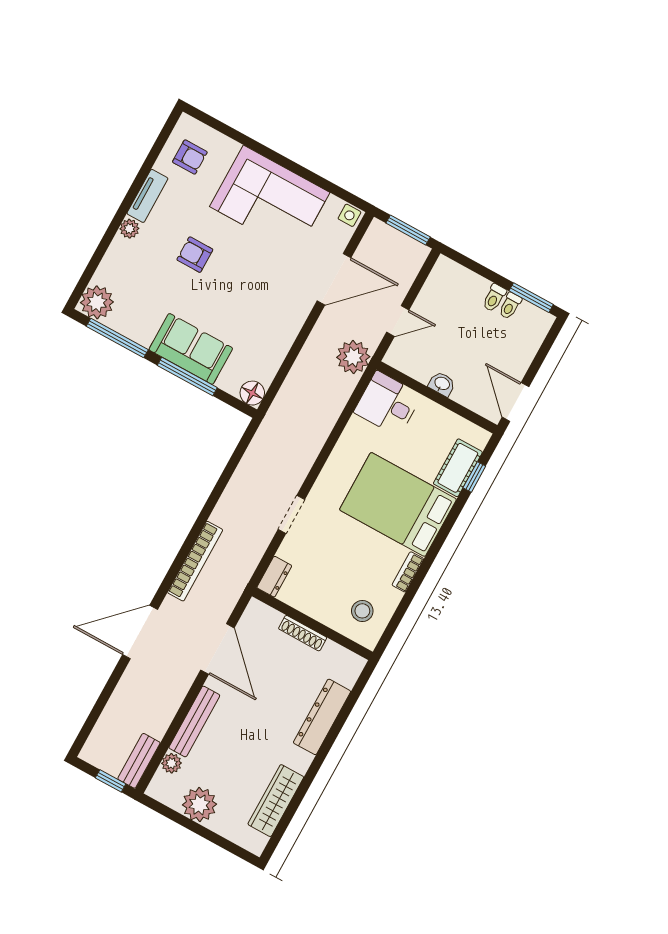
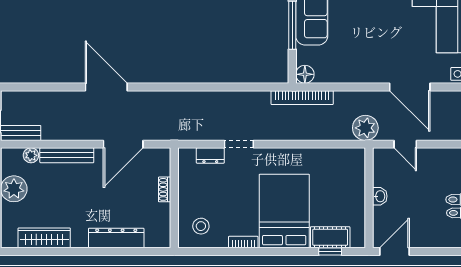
desk: (388, 404) -> (347, 168), removed
bookcase: (195, 561) -> (302, 98), moved
dresser: (274, 577) -> (210, 156), moved
shoe rack: (303, 633) -> (165, 189), width x0.70

